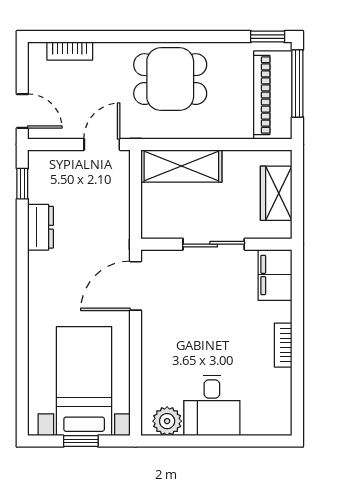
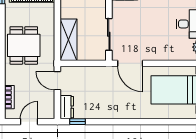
door: (22, 111) -> (29, 122), moved
dresser: (41, 227) -> (67, 107), moved, turned 90
sliding door: (214, 244) -> (109, 34), moved

